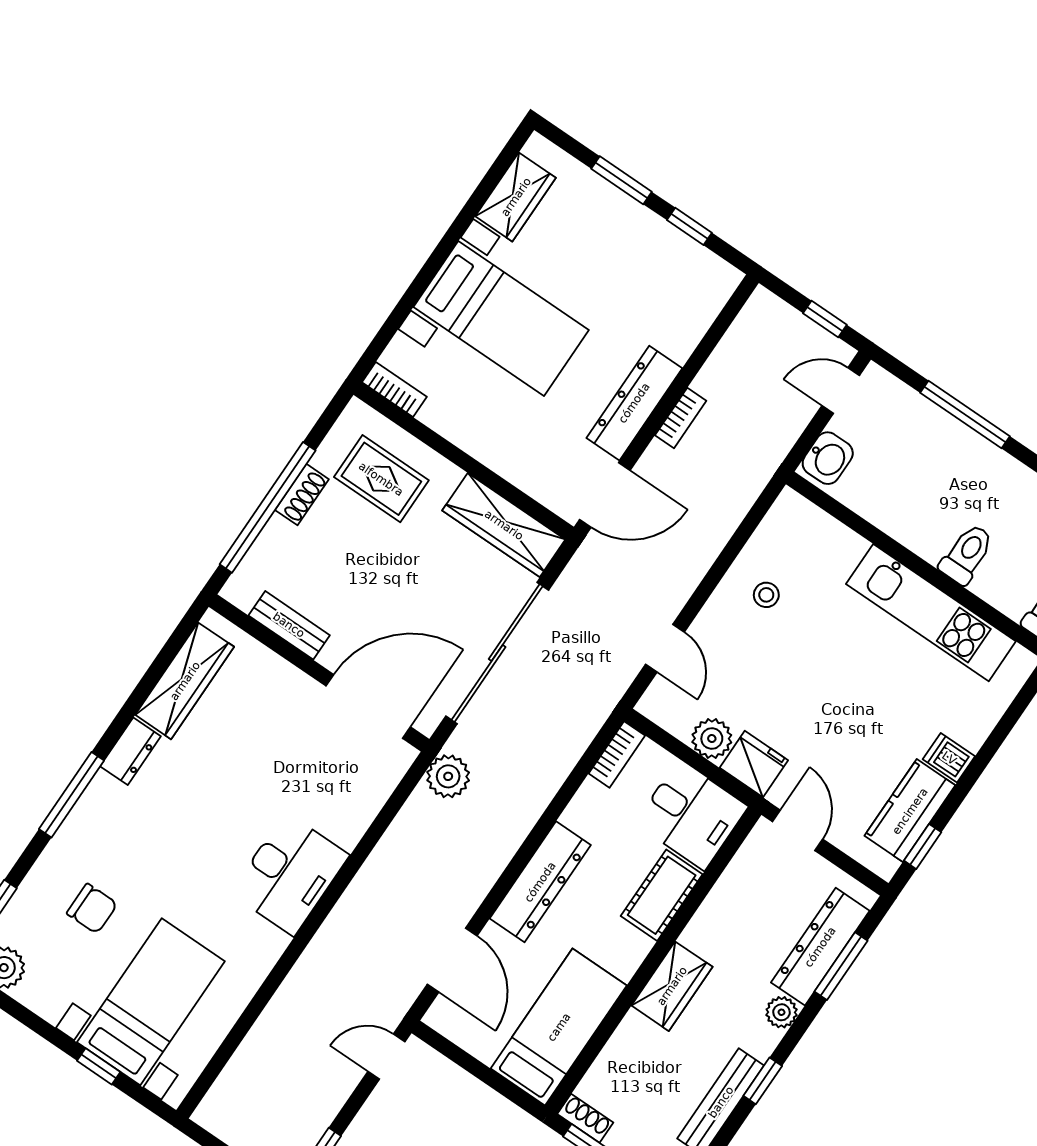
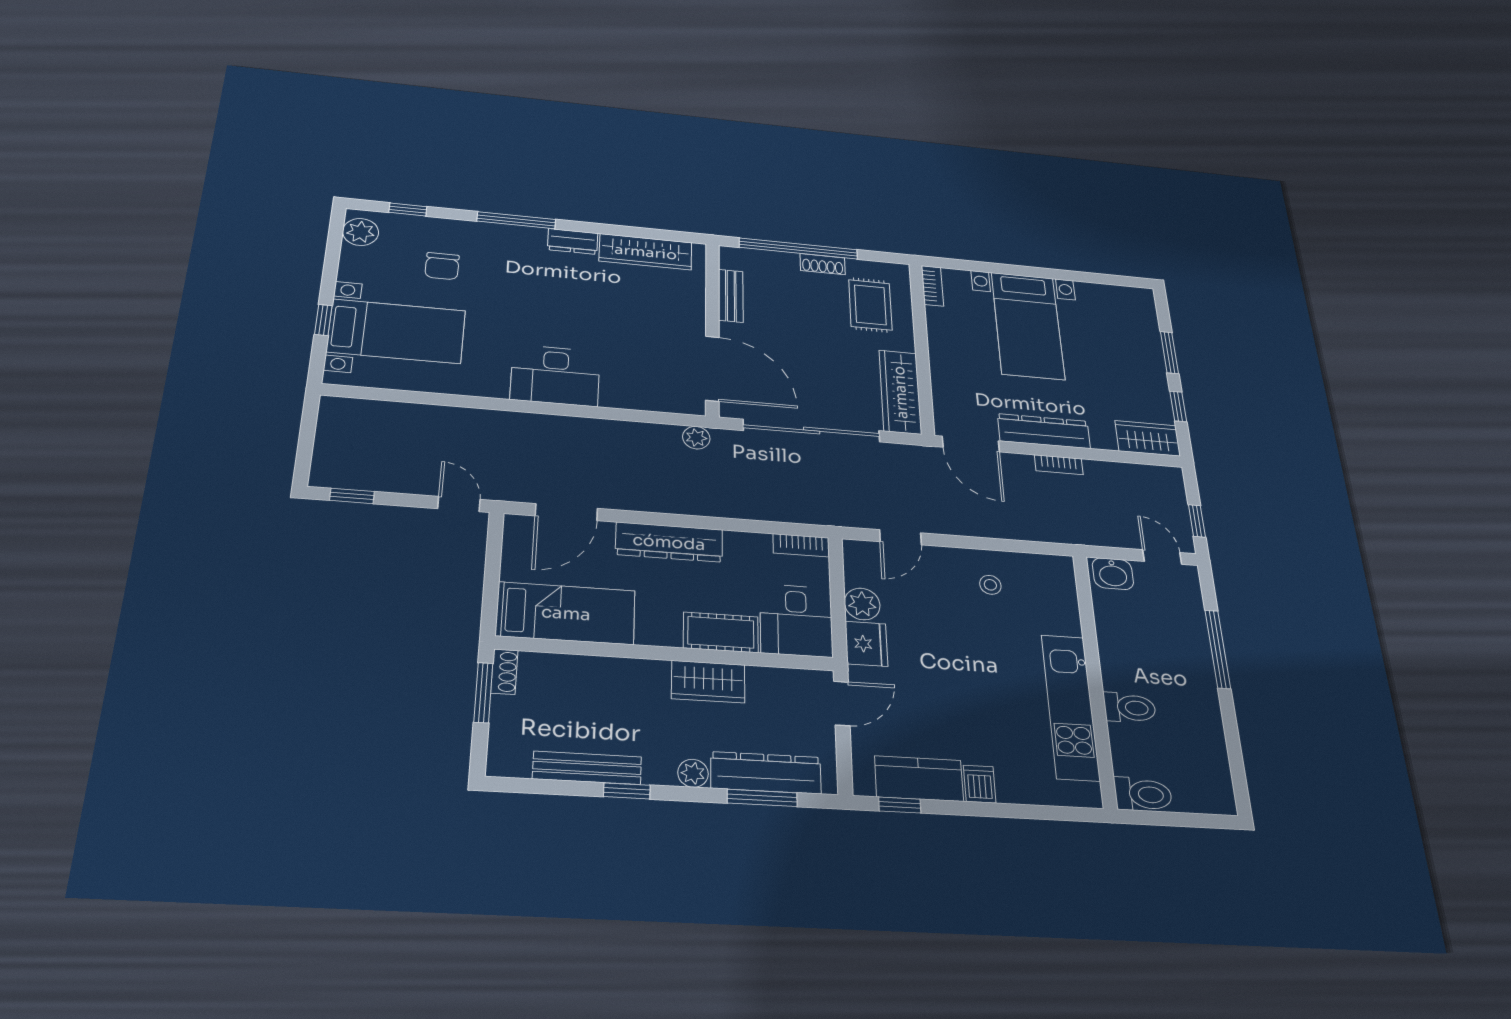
wardrobe: (516, 197) -> (1148, 438), moved, turned 180
plant: (448, 776) -> (696, 438), width x0.73, depth x0.73
wardrobe: (672, 986) -> (708, 682), moved

